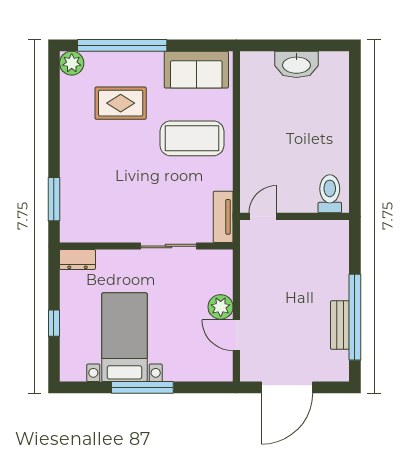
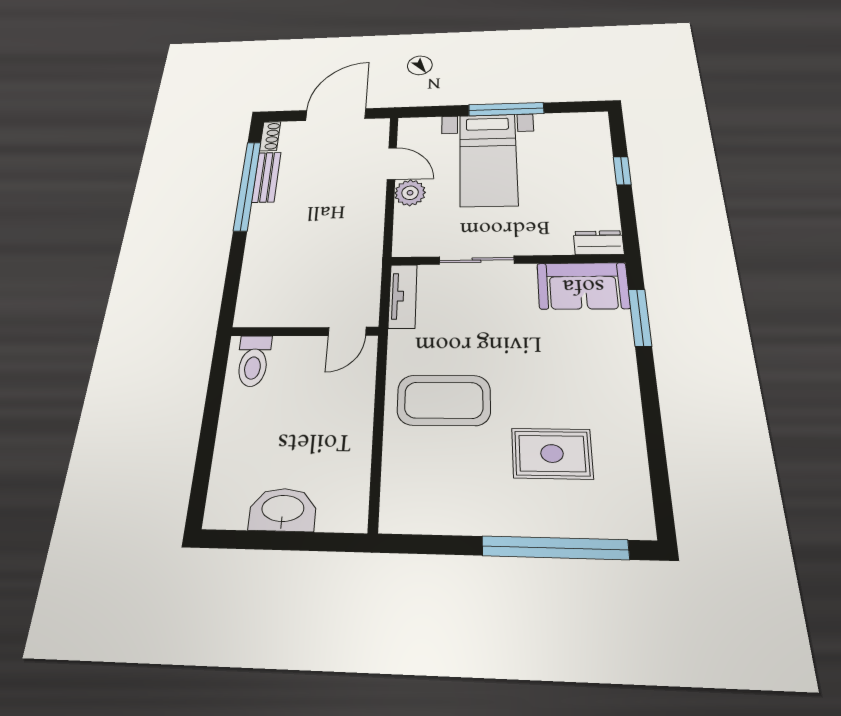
plant: (72, 63) -> (635, 520), removed
sofa: (196, 70) -> (583, 286), moved, turned 180
toilet: (330, 194) -> (253, 361), moved
door: (263, 216) -> (347, 331), moved
wall: (295, 216) -> (304, 332), moved
bed with nightstands: (124, 337) -> (488, 159), moved
shoe rack: (342, 367) -> (270, 136), added

